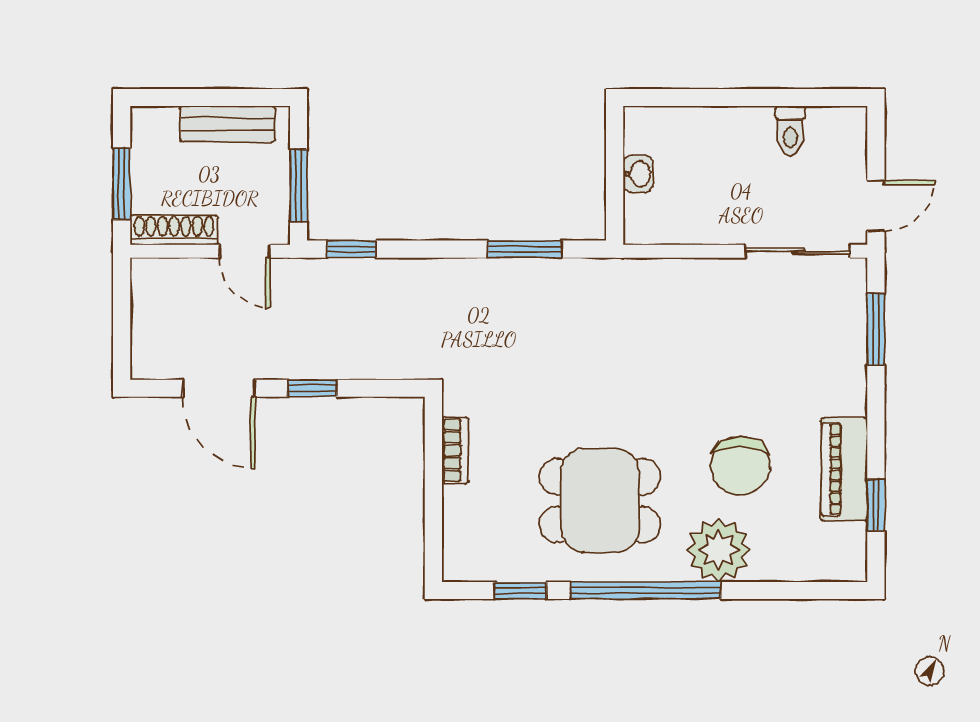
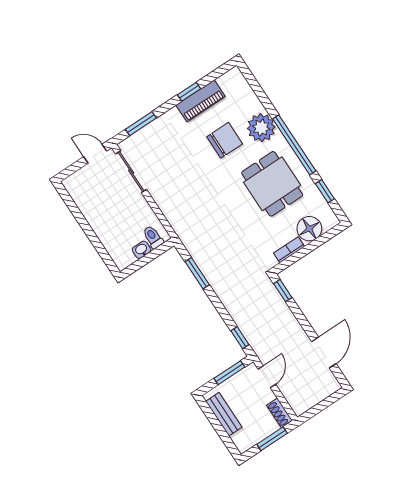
toilet: (790, 131) -> (153, 237), moved, turned -90
shoe rack: (174, 230) -> (280, 413), width x0.70
window: (312, 388) -> (283, 291), moved
window: (876, 505) -> (189, 92), moved
floor lamp: (469, 515) -> (309, 229), added

